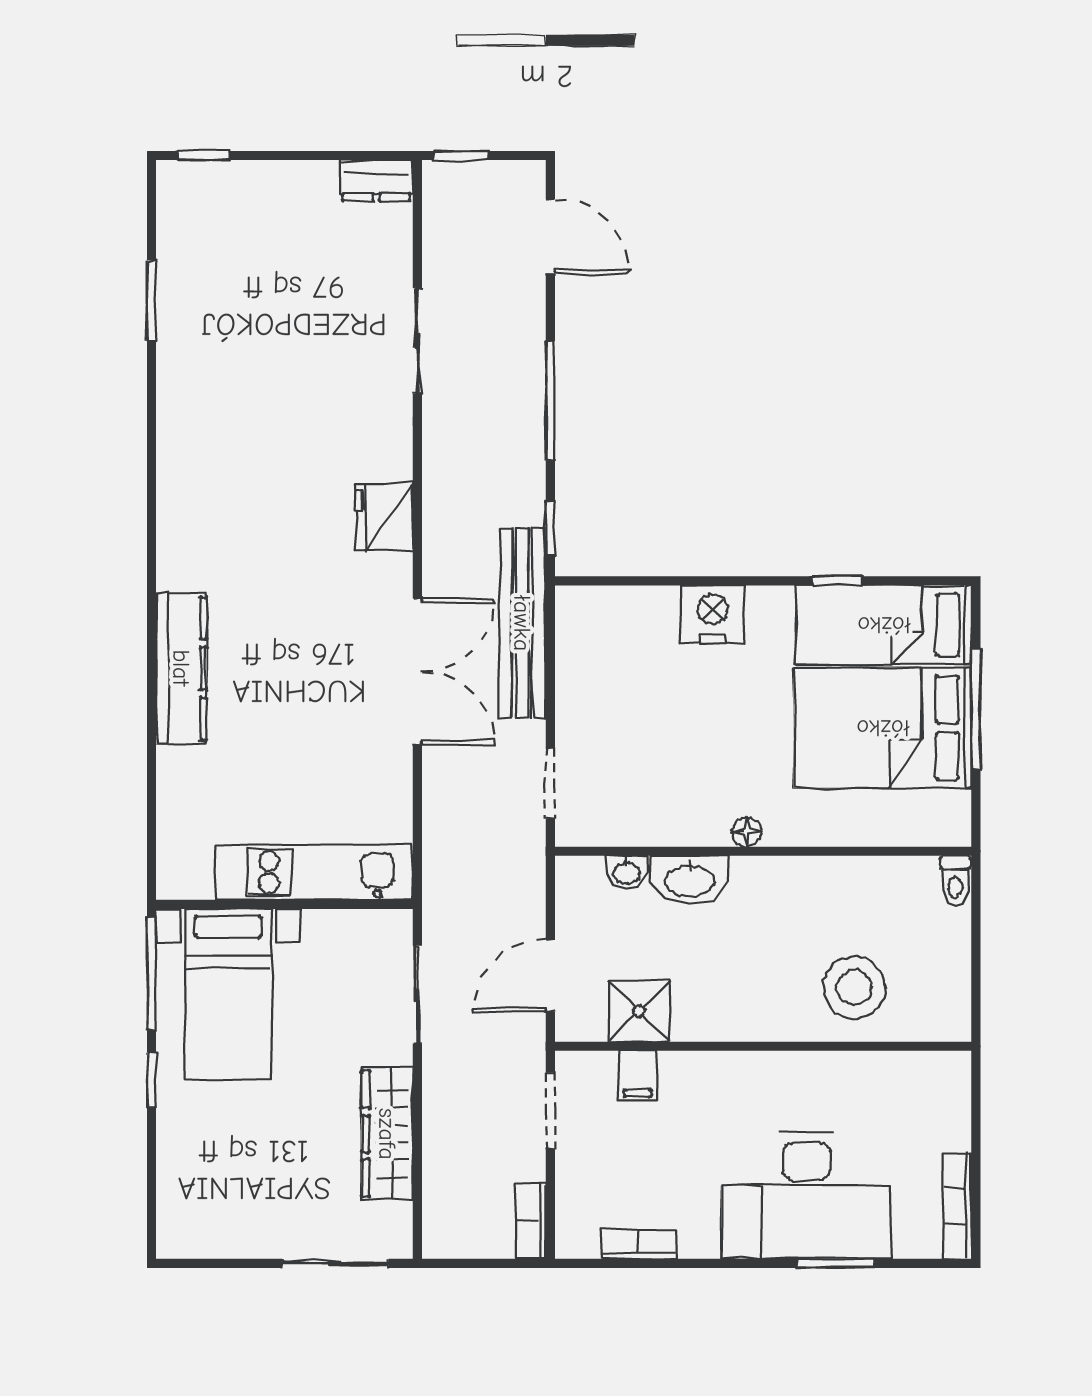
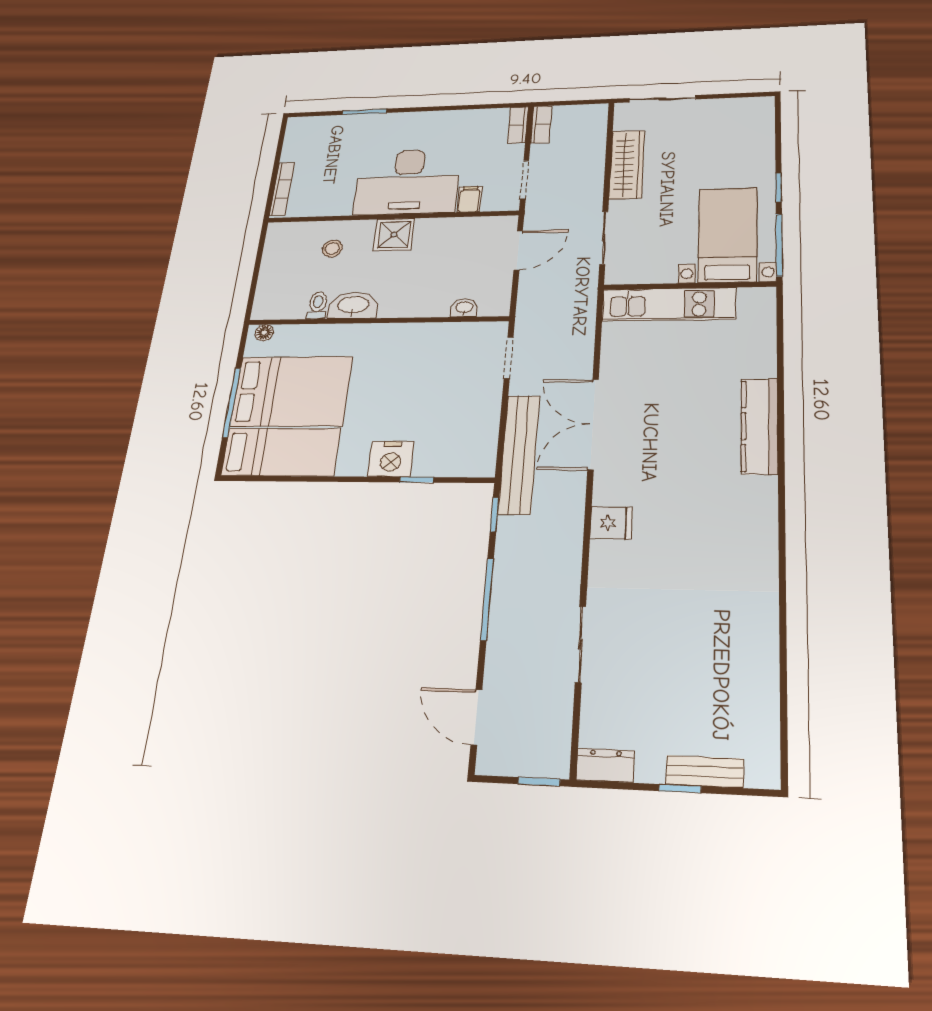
window: (203, 155) -> (680, 789), moved
bench: (250, 178) -> (705, 772), added
window: (152, 301) -> (783, 680), removed
fridge: (384, 517) -> (611, 523), width x0.72
window: (838, 581) -> (417, 480), moved
floor lamp: (747, 832) -> (264, 333), moved
washbasin: (690, 880) -> (353, 305), moved
toilet: (955, 881) -> (318, 305), moved
stool: (854, 987) -> (332, 249), width x0.53, depth x0.53
shower: (639, 1011) -> (394, 235), moved
desk: (806, 1195) -> (407, 182), moved, turned 180
bookcase: (958, 1206) -> (282, 189), moved
bookcase: (639, 1244) -> (518, 125), moved, turned 90

